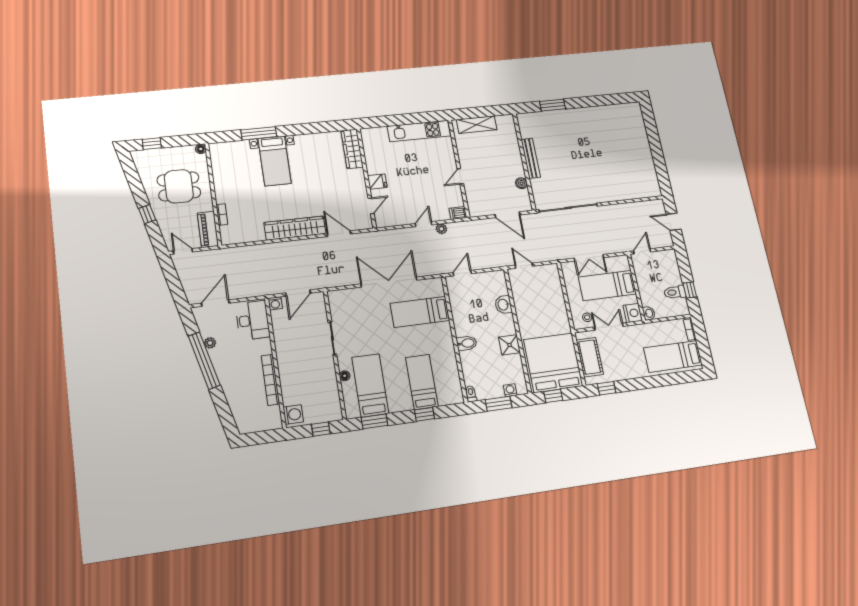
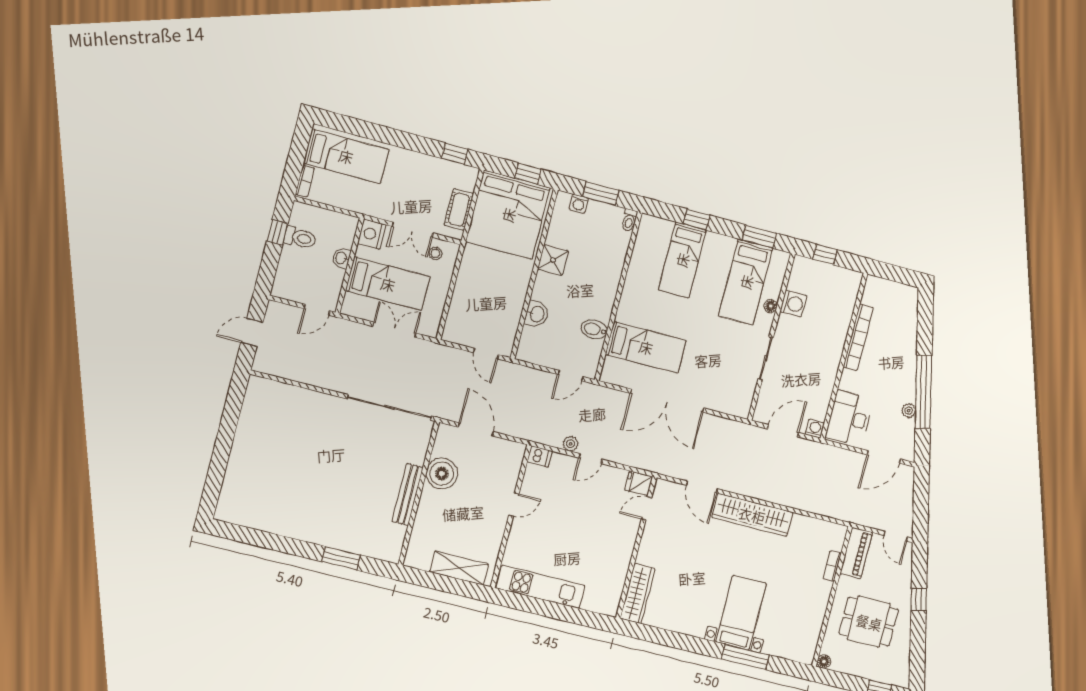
fridge: (377, 181) -> (639, 483), moved
boiler: (521, 183) -> (442, 473), width x1.86, depth x1.86
door: (674, 222) -> (252, 332), swing flipped
washbasin: (649, 313) -> (341, 258), moved
bidet: (467, 343) -> (594, 329), moved
cot: (590, 357) -> (459, 210), width x0.73, depth x0.75
washing machine: (293, 414) -> (793, 304), moved, turned 180

